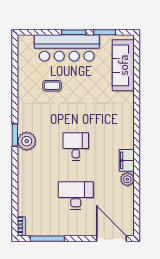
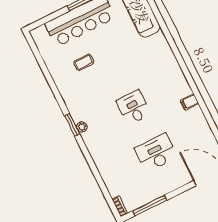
plant: (27, 141) -> (82, 127), width x0.53, depth x0.53
filing cabinet: (127, 160) -> (190, 102), width x0.50
plant: (127, 179) -> (196, 114), removed

